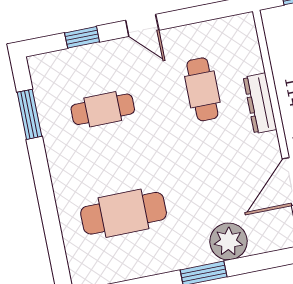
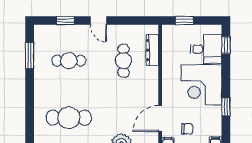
dresser: (260, 103) -> (152, 50), moved

